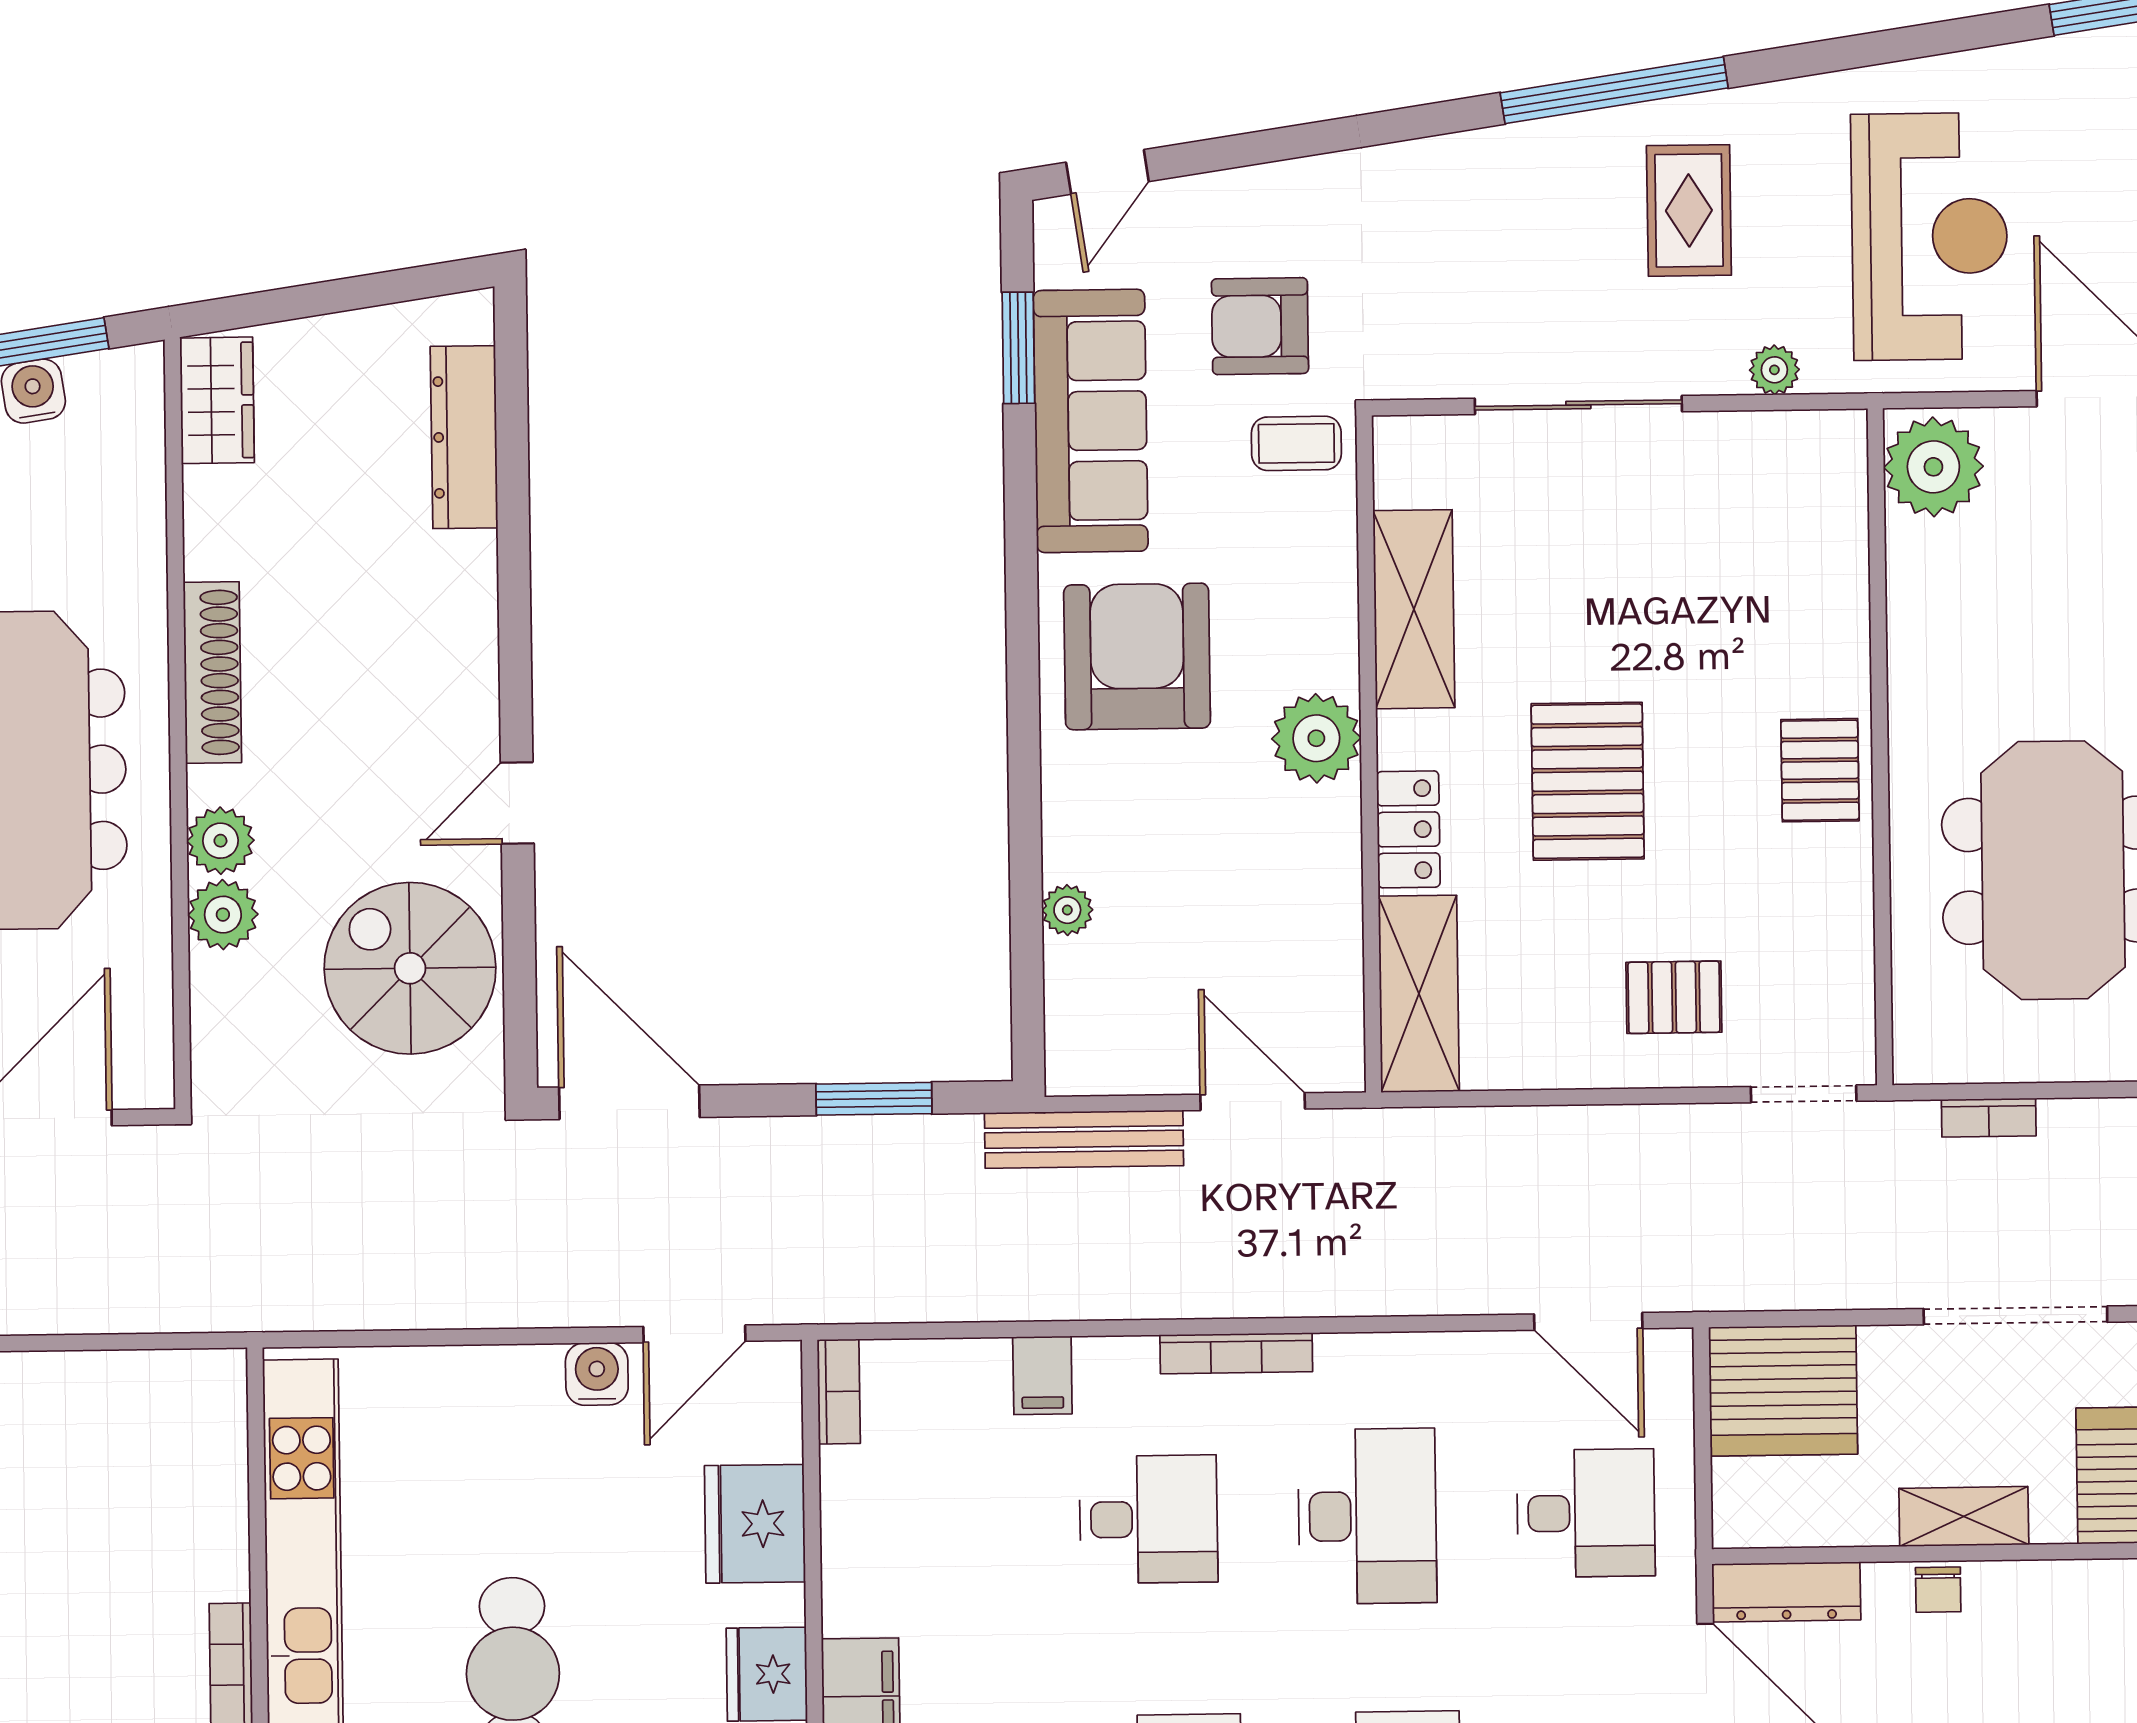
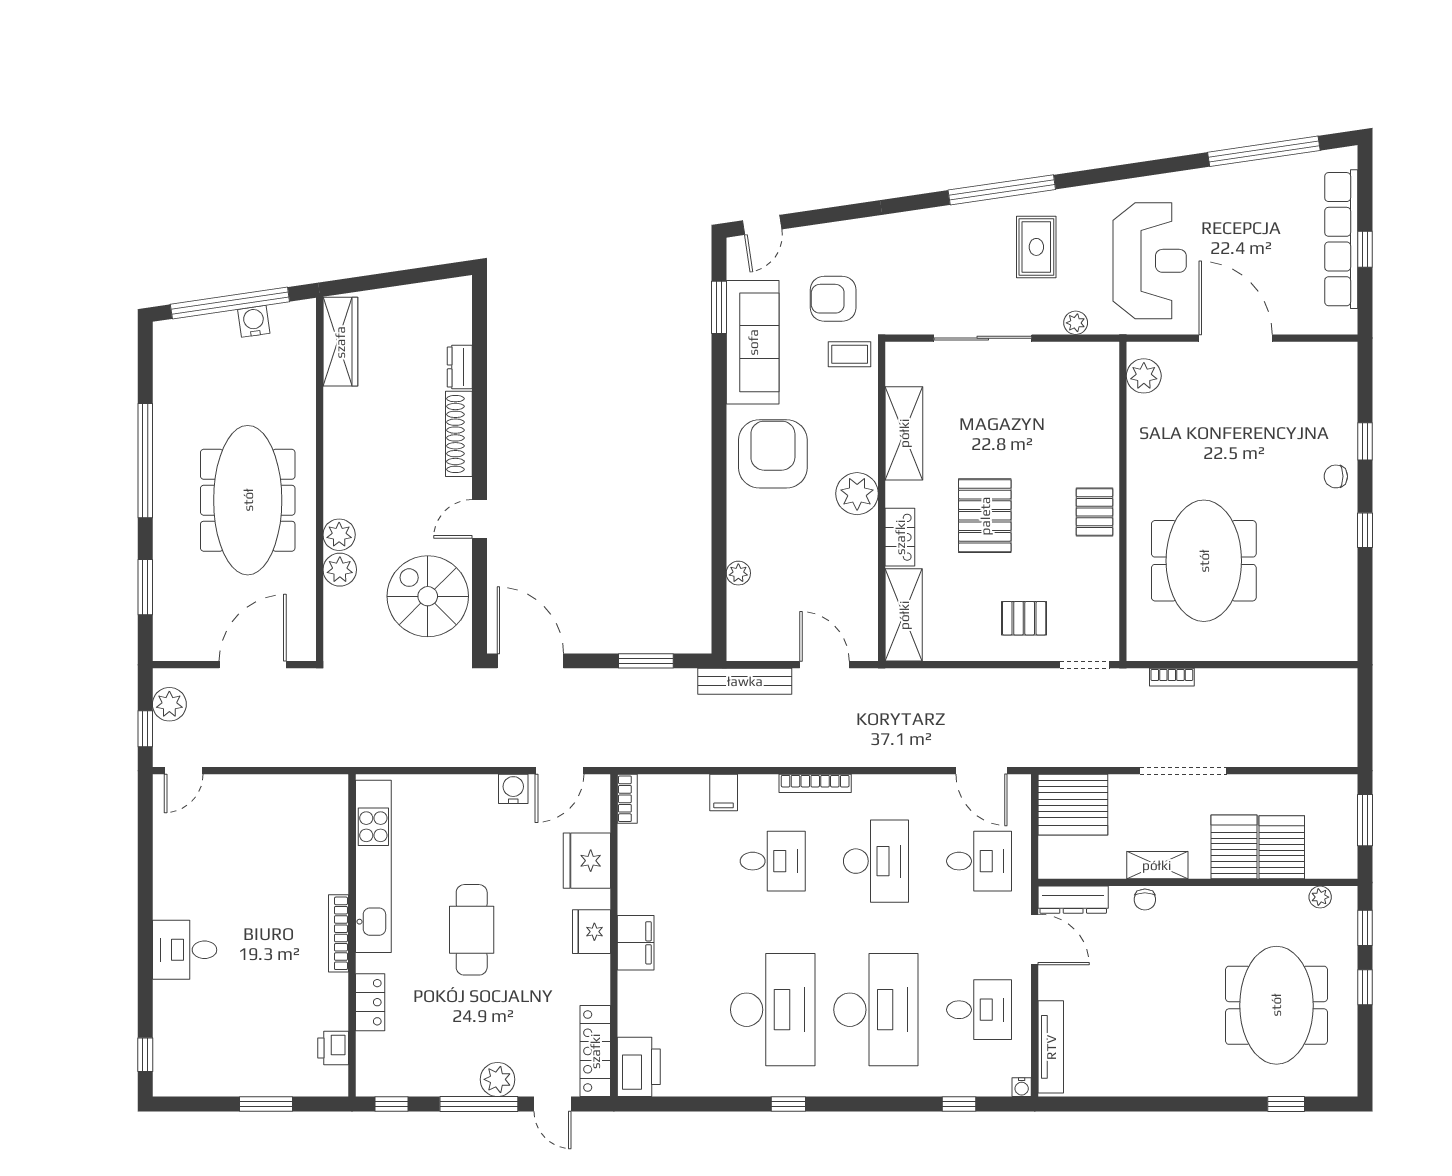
wardrobe: (217, 400) -> (340, 342), width x1.50
dresser: (464, 437) -> (460, 367), width x0.51, depth x0.80
plant: (1933, 467) -> (1144, 376), width x0.73, depth x0.73
shoe rack: (212, 672) -> (459, 434), moved, turned 180

